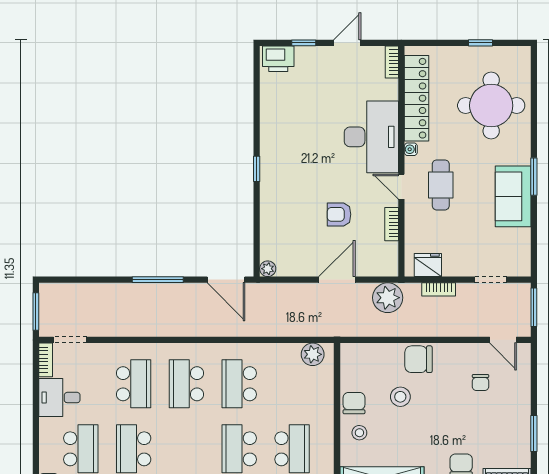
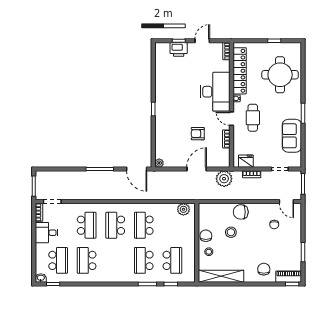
printer: (278, 59) -> (179, 49), moved
sofa: (513, 196) -> (292, 136), moved

